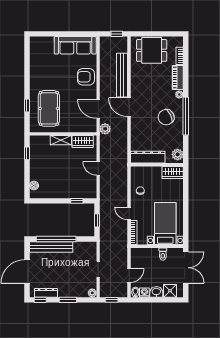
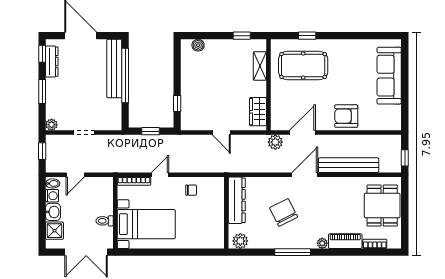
sofa: (75, 45) -> (389, 76), moved
armchair: (86, 77) -> (346, 116), turned -90
window: (186, 116) -> (293, 252), width x0.68
chair: (166, 117) -> (284, 212), moved
shelving: (61, 140) -> (260, 66), moved
door: (98, 168) -> (221, 133), swing flipped
wardrobe: (173, 172) -> (216, 234), removed
door: (129, 276) -> (75, 175), hinge flipped

